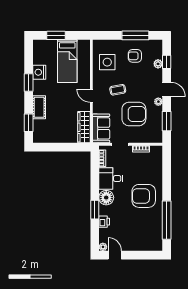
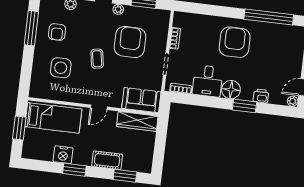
wall: (91, 91) -> (93, 107), moved
door: (91, 96) -> (99, 107), moved
wardrobe: (84, 127) -> (137, 121), moved
sofa: (101, 128) -> (141, 100), moved
armchair: (144, 196) -> (235, 42), turned 180

